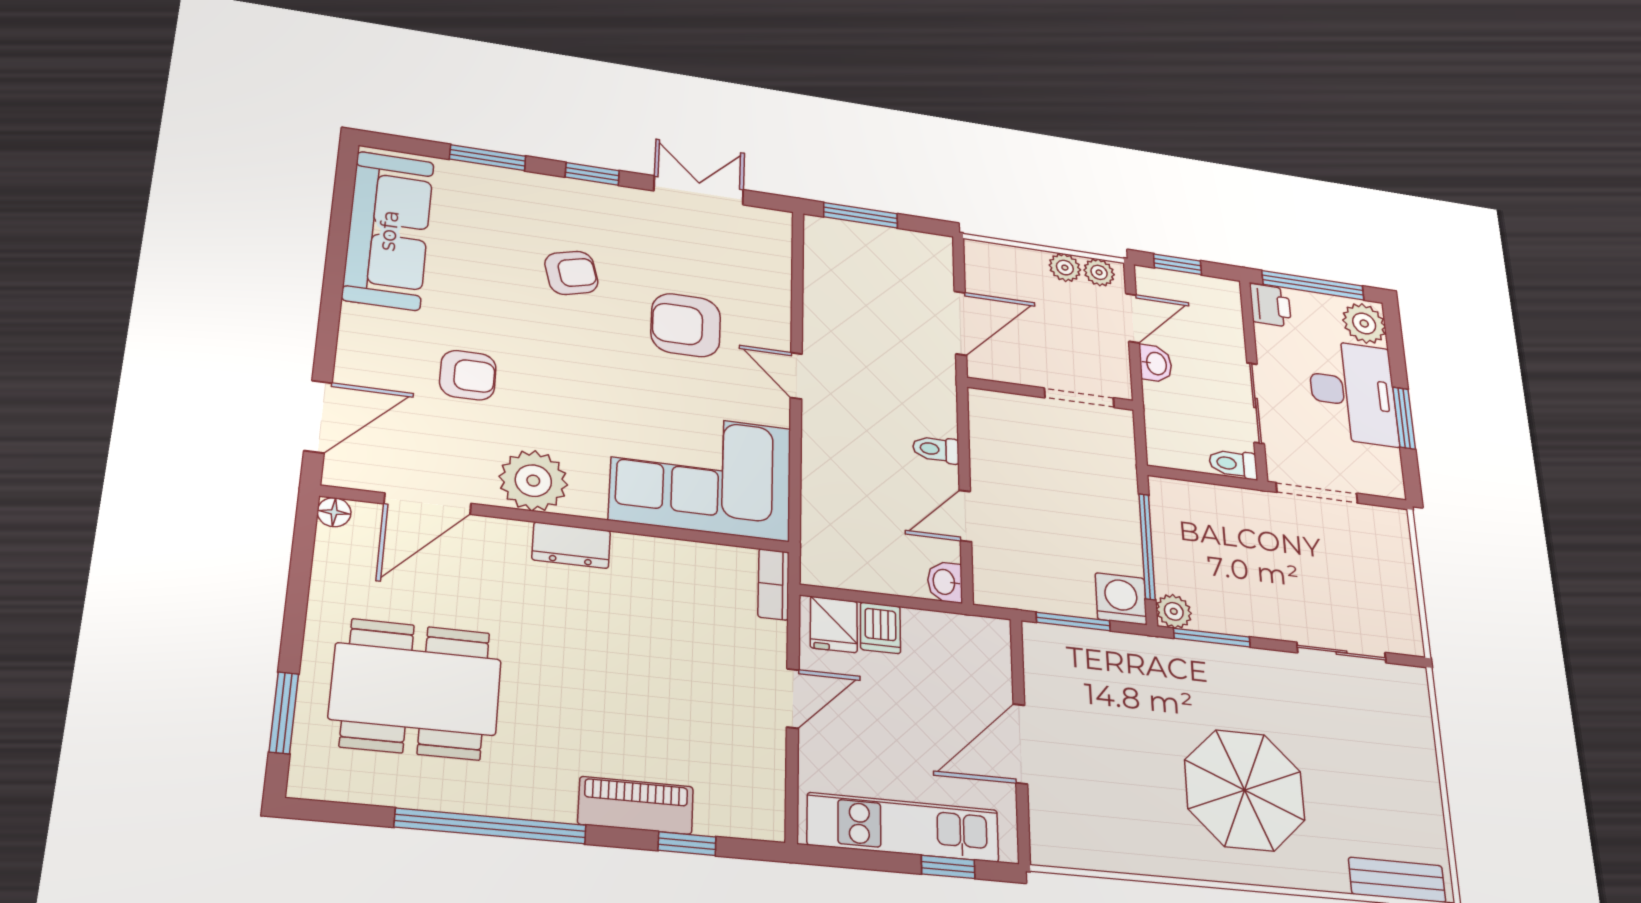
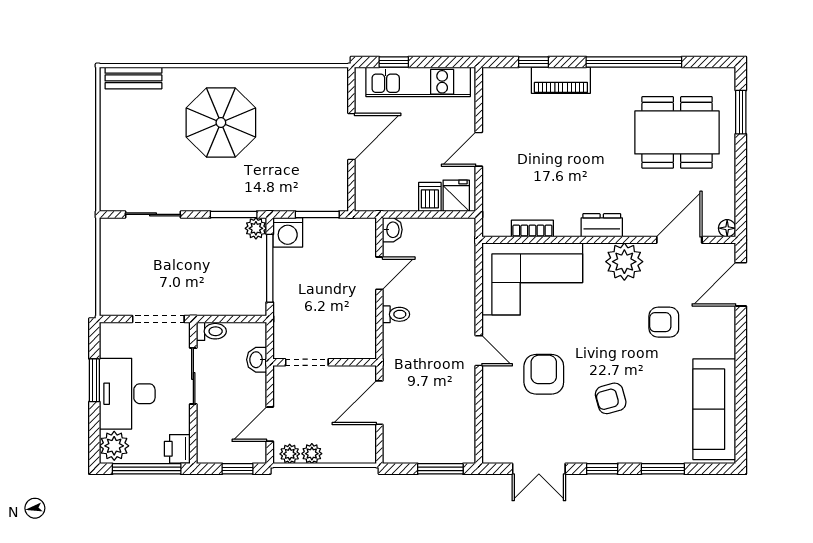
armchair: (686, 325) -> (544, 374), turned -90
washbasin: (1156, 363) -> (257, 360), moved
bookcase: (774, 584) -> (532, 228), moved, turned -90

